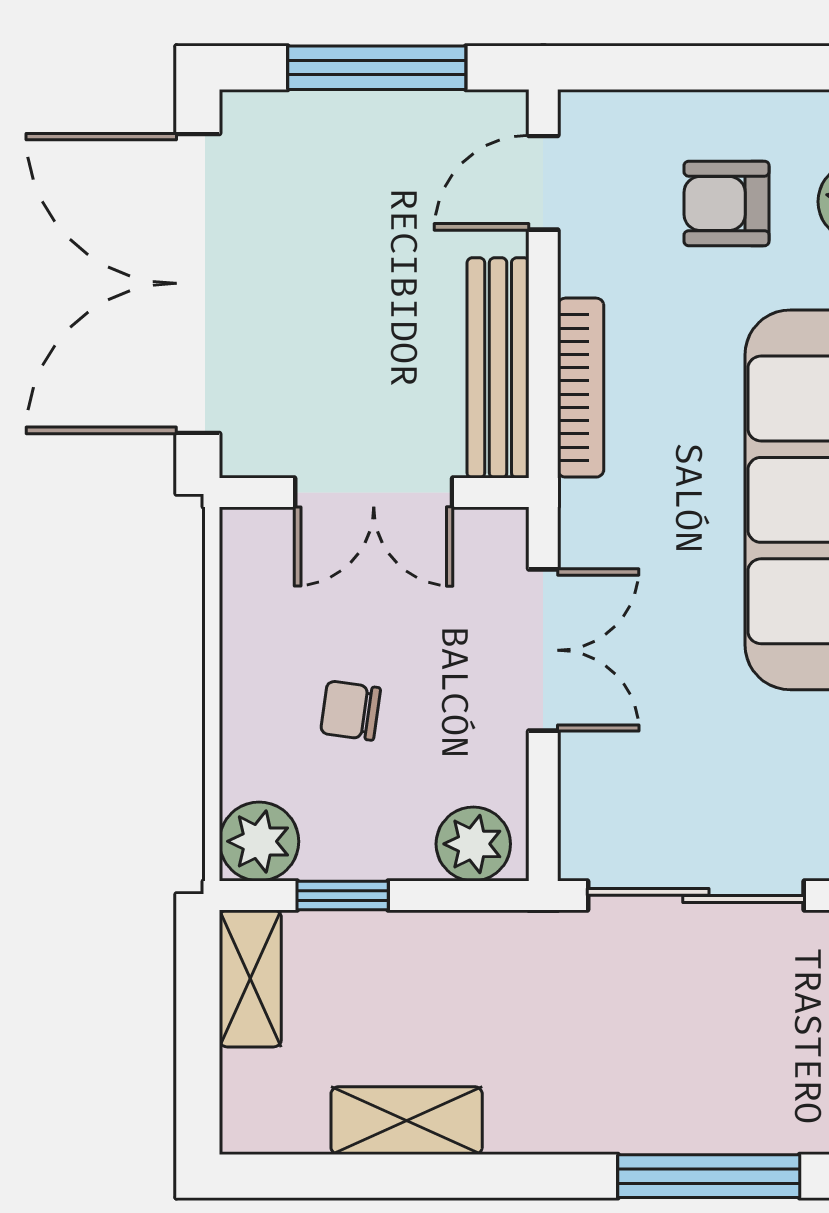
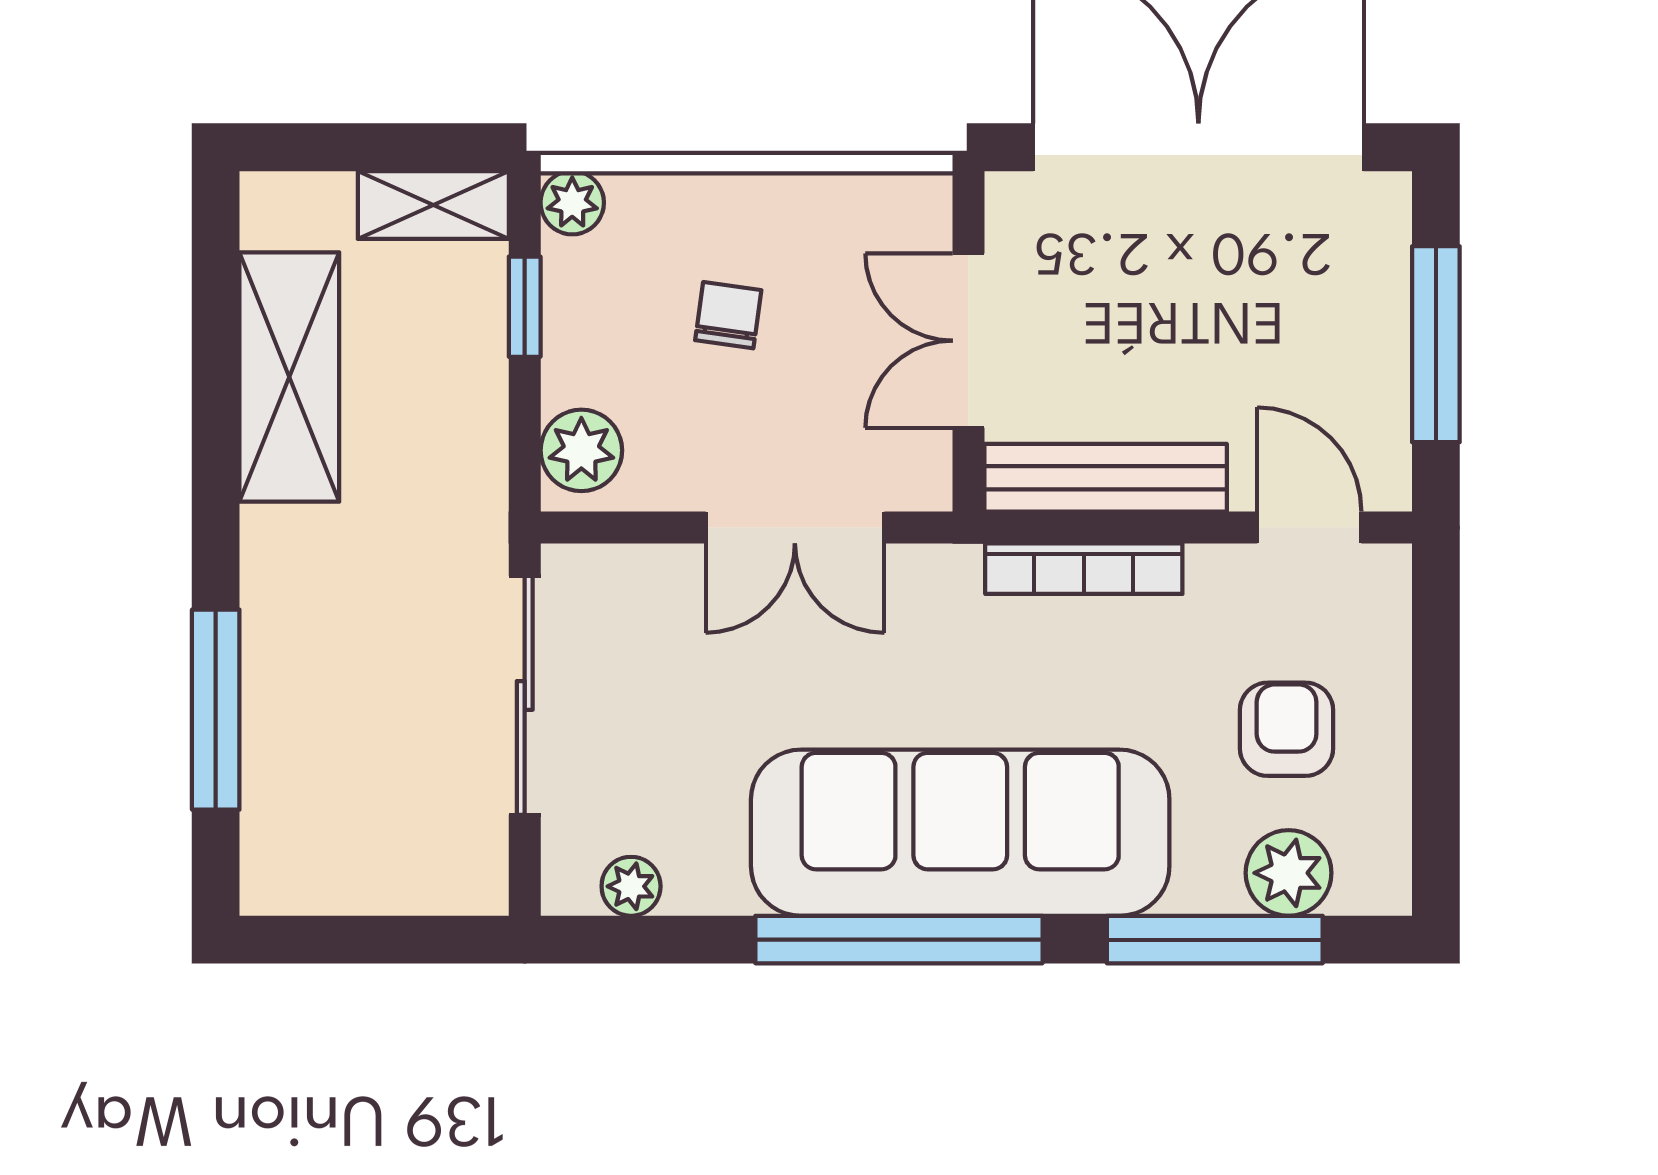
plant: (259, 841) -> (572, 203), width x0.73, depth x0.73
shelving: (407, 1121) -> (289, 377), width x1.50, depth x1.33

